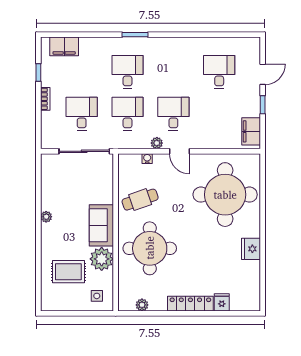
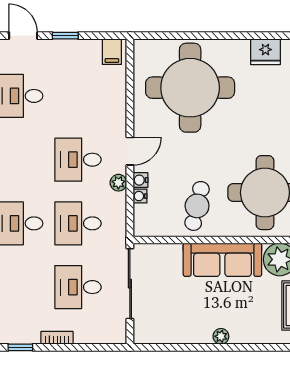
filing cabinet: (251, 131) -> (112, 52), width x0.50
water cooler: (159, 159) -> (140, 180), added
cafe table: (140, 200) -> (197, 206), turned 32
sofa: (101, 225) -> (222, 260), width x1.36

